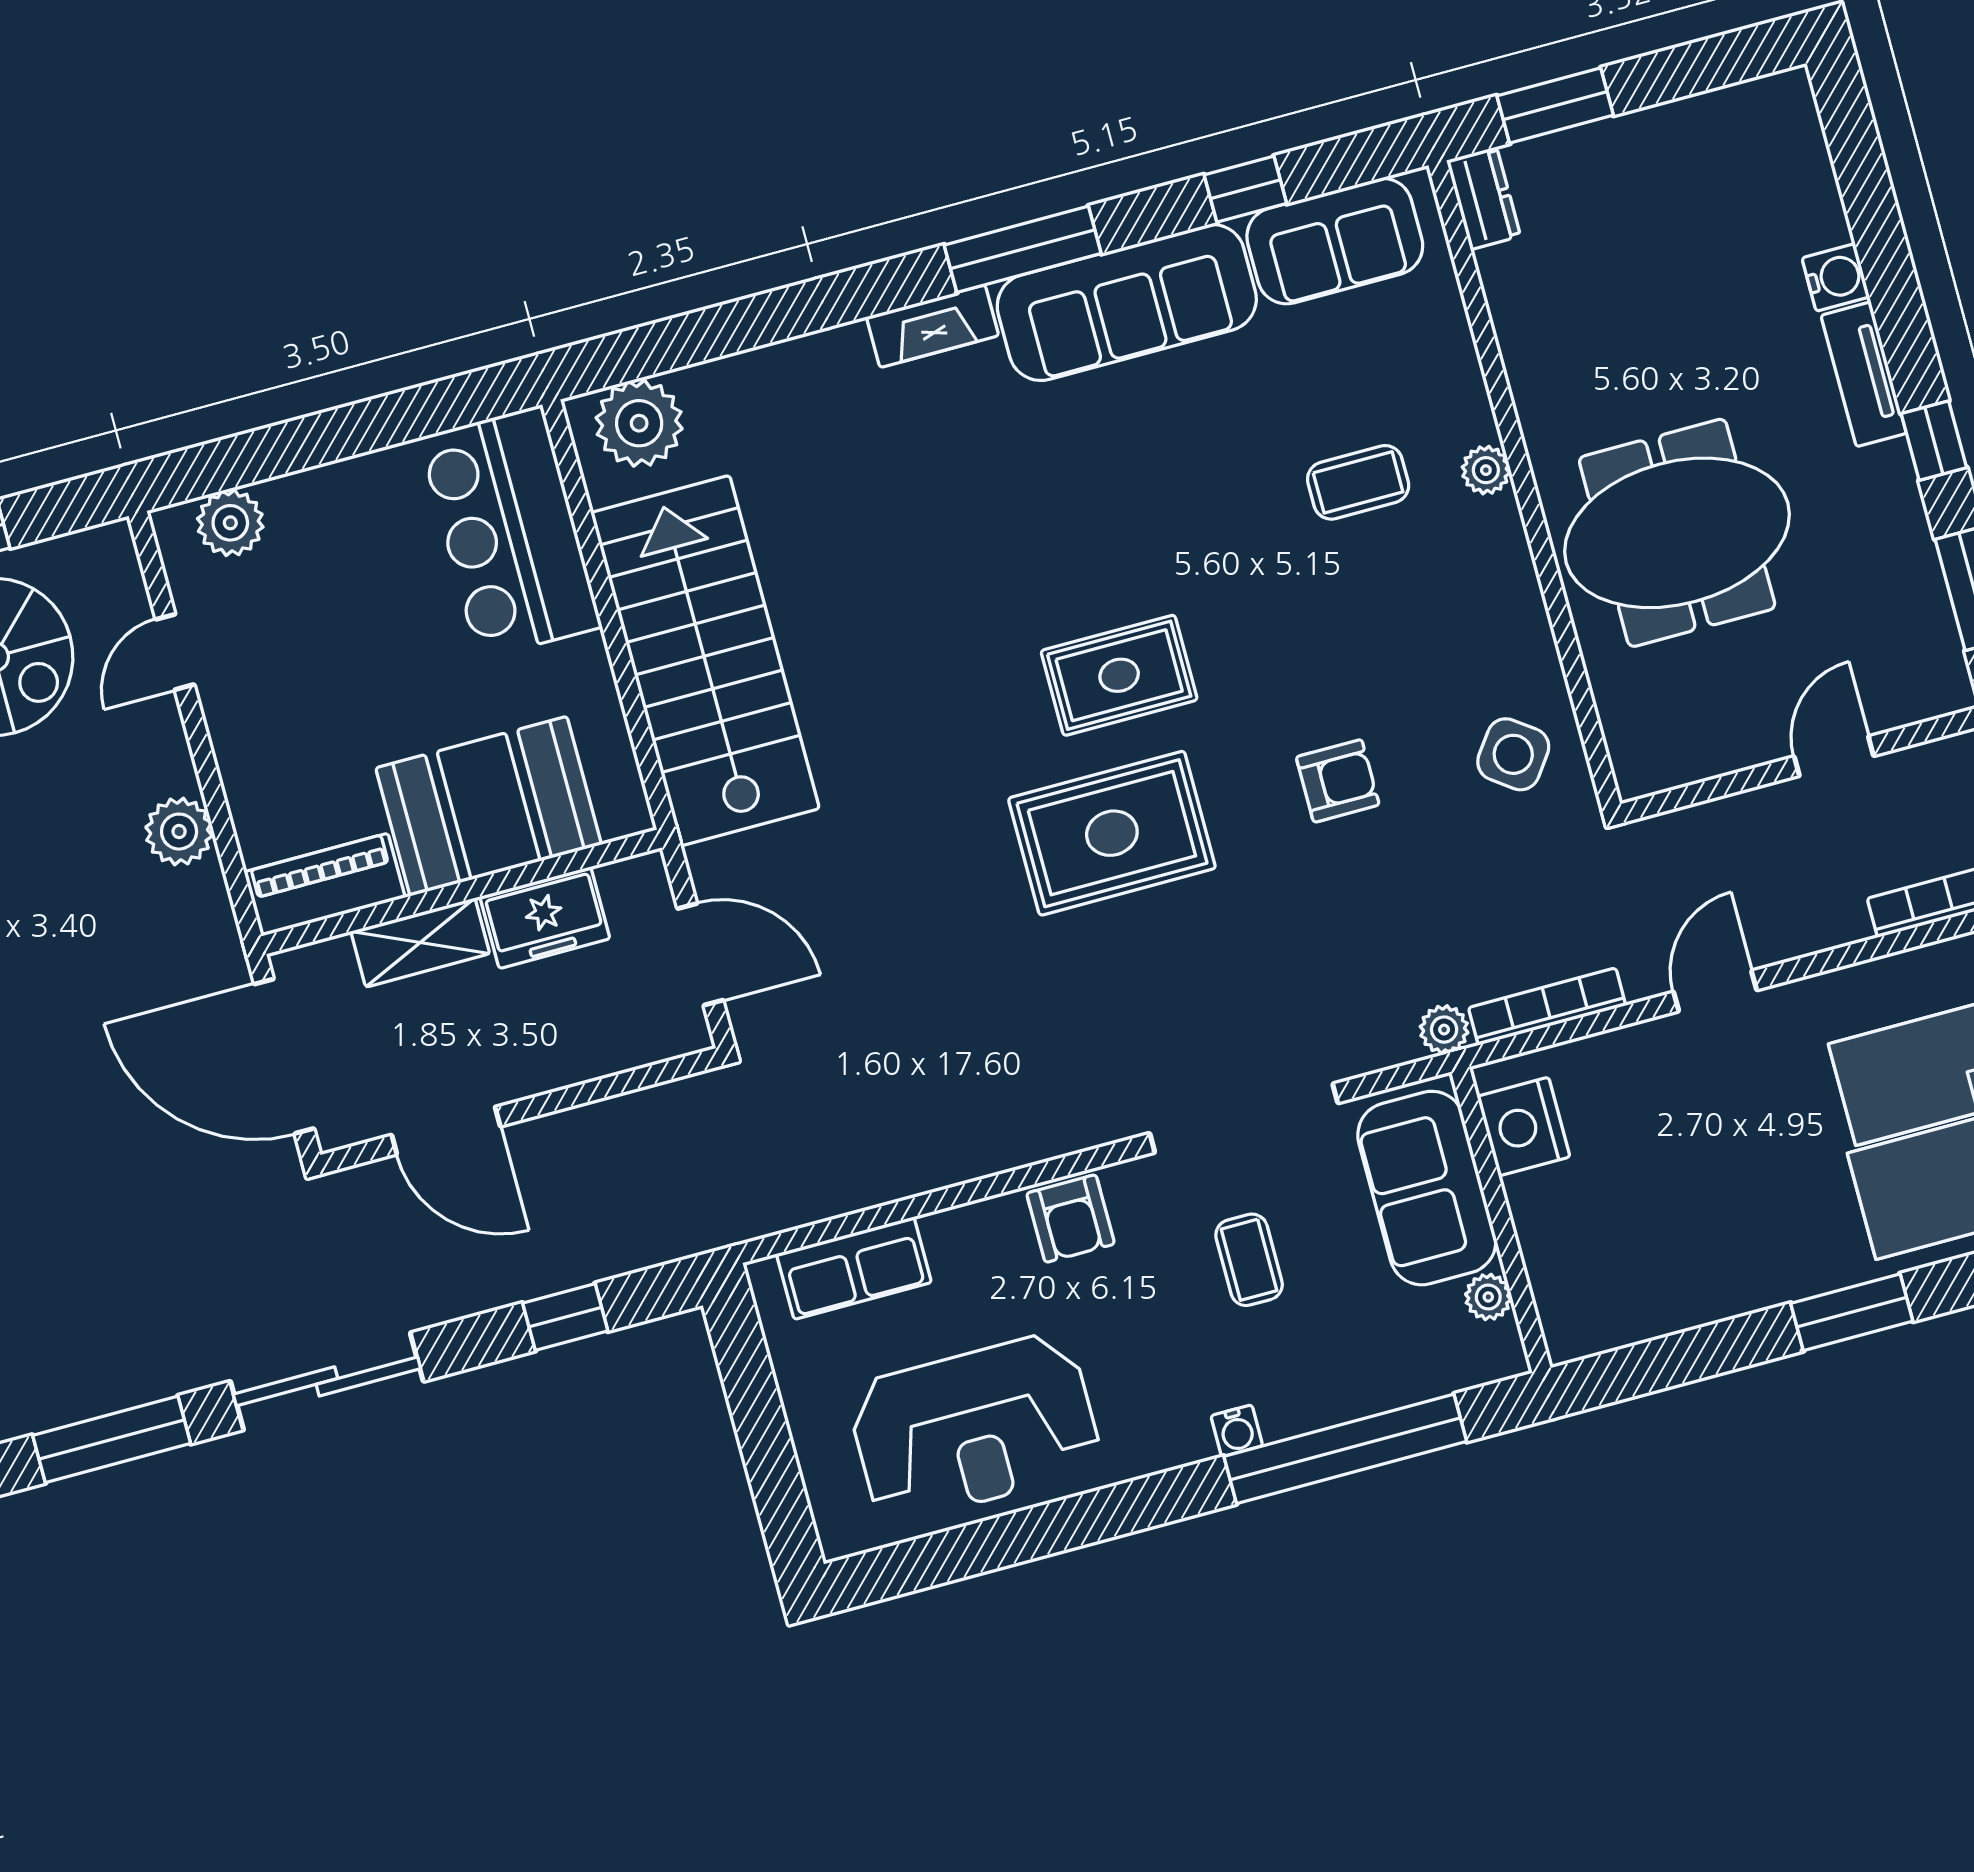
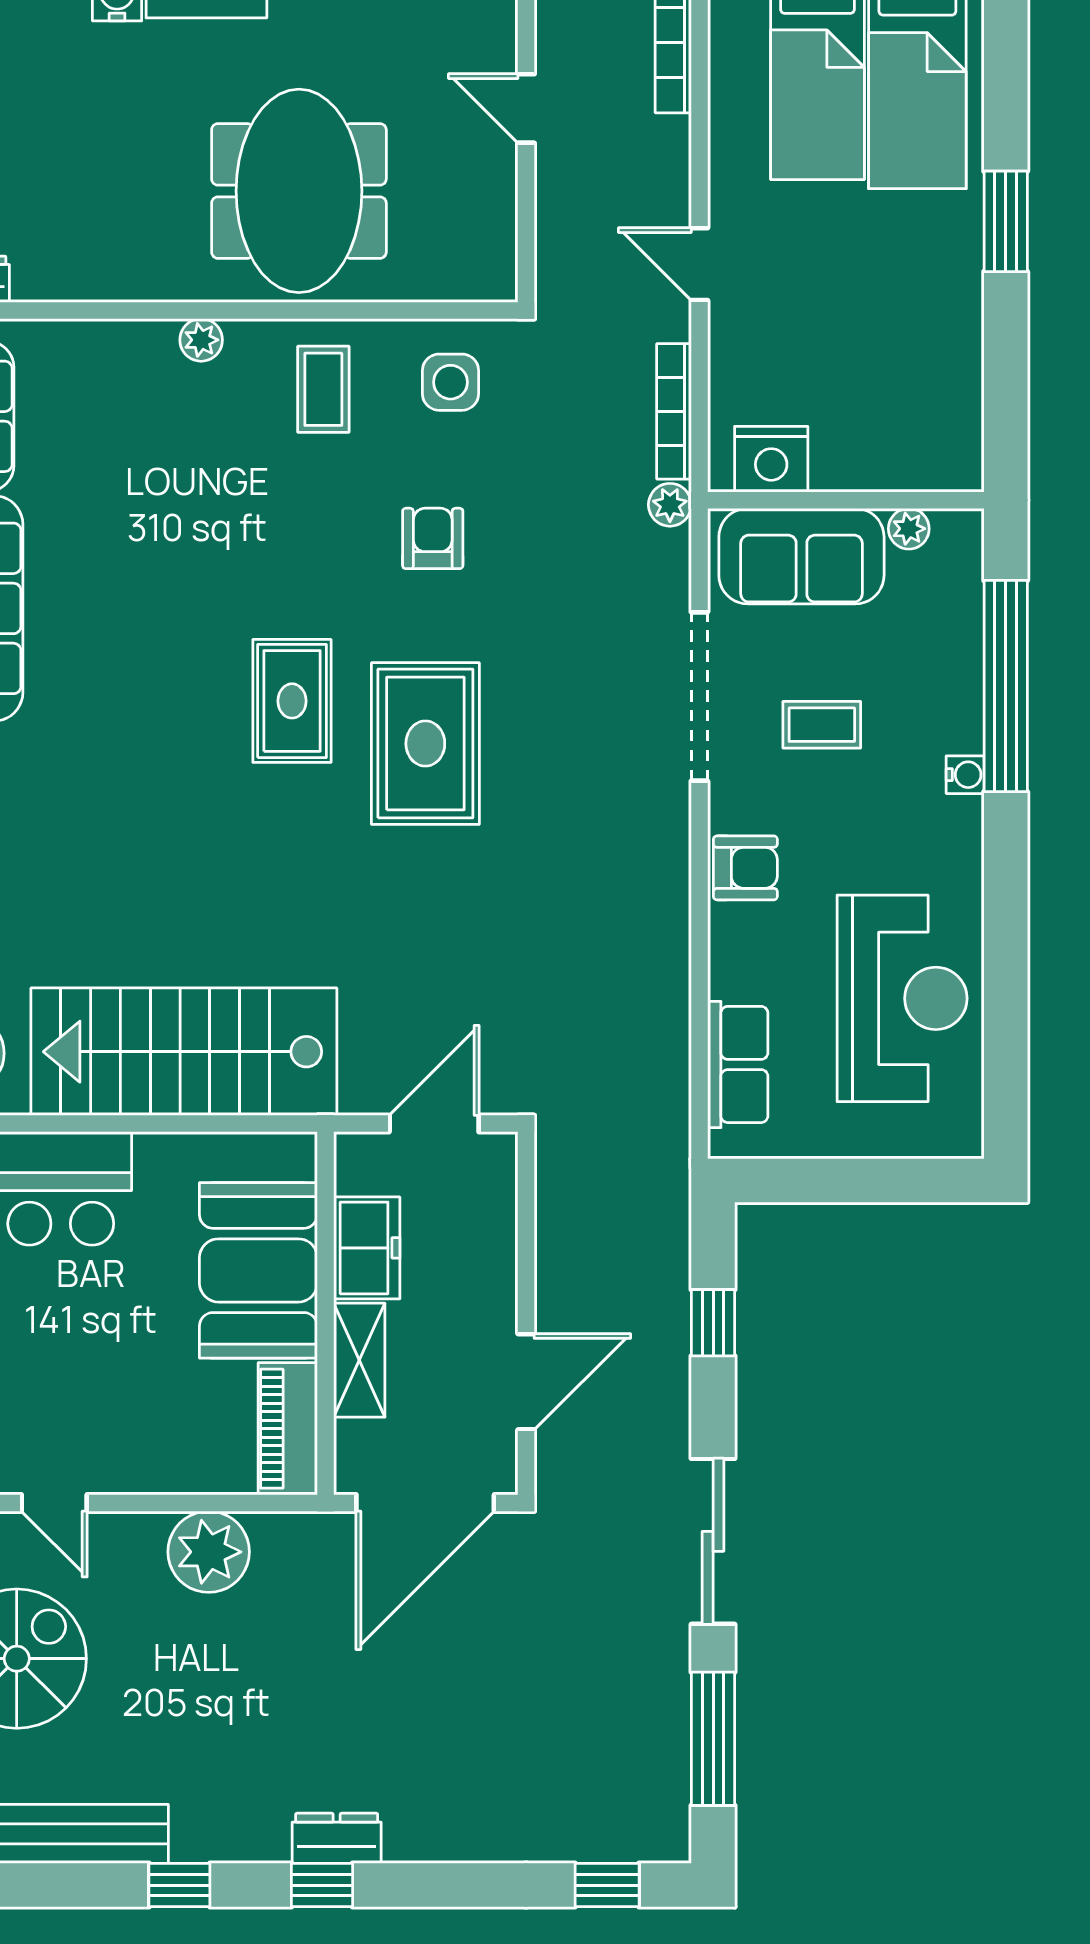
coffee table: (1358, 482) -> (323, 389), moved
side table: (1513, 754) -> (450, 382), turned -36
plant: (179, 832) -> (209, 1552), width x1.36, depth x1.36

